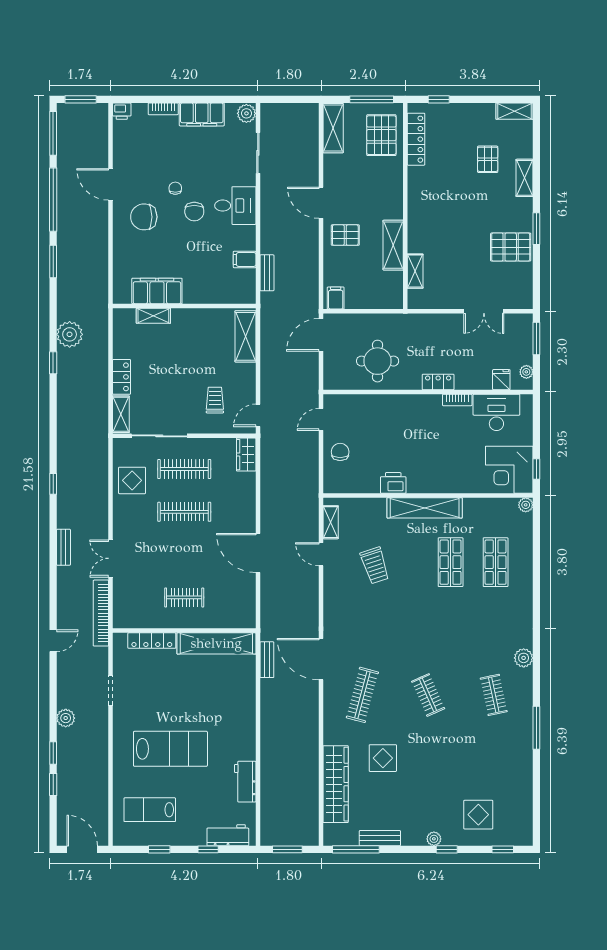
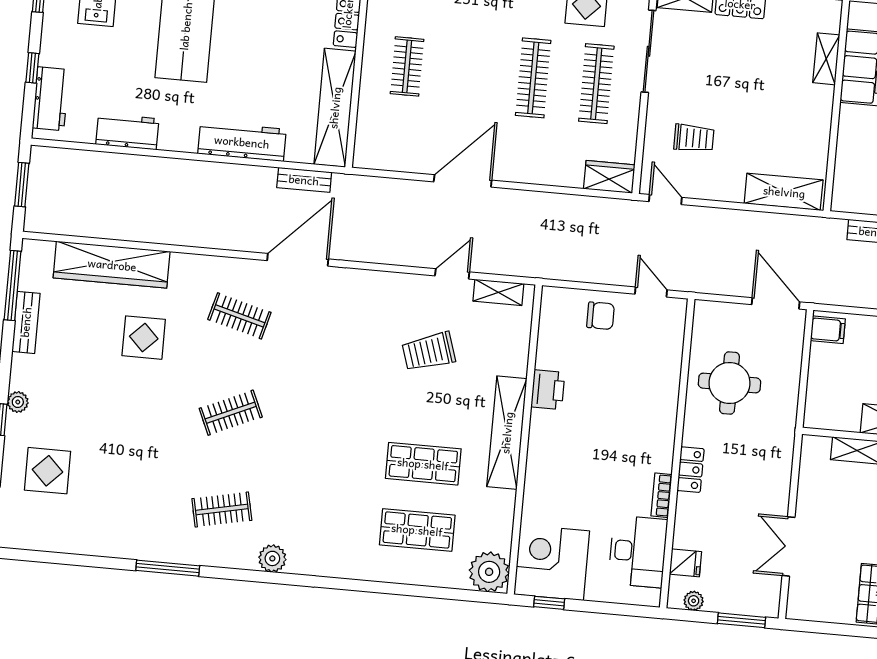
plant: (526, 505) -> (489, 572), width x1.87, depth x1.87
clothes rail: (362, 695) -> (239, 316), width x0.73
workbench: (245, 704) -> (242, 142), added

